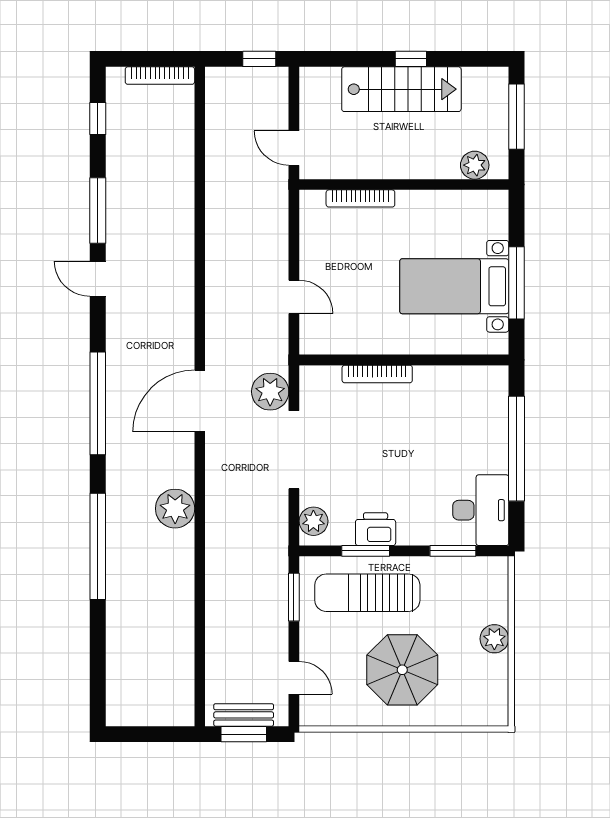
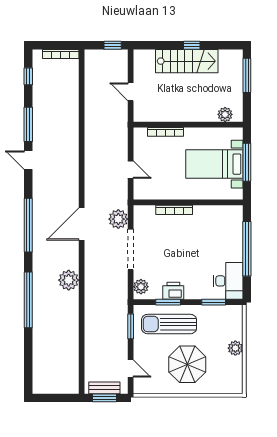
plant: (475, 165) -> (225, 114), moved
wall: (404, 184) -> (188, 125), moved
bookcase: (360, 198) -> (165, 132), moved

